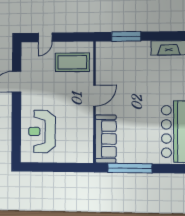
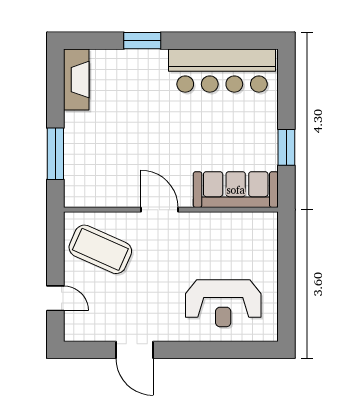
coffee table: (72, 62) -> (100, 249), turned -66
window: (130, 168) -> (286, 147), width x0.47

